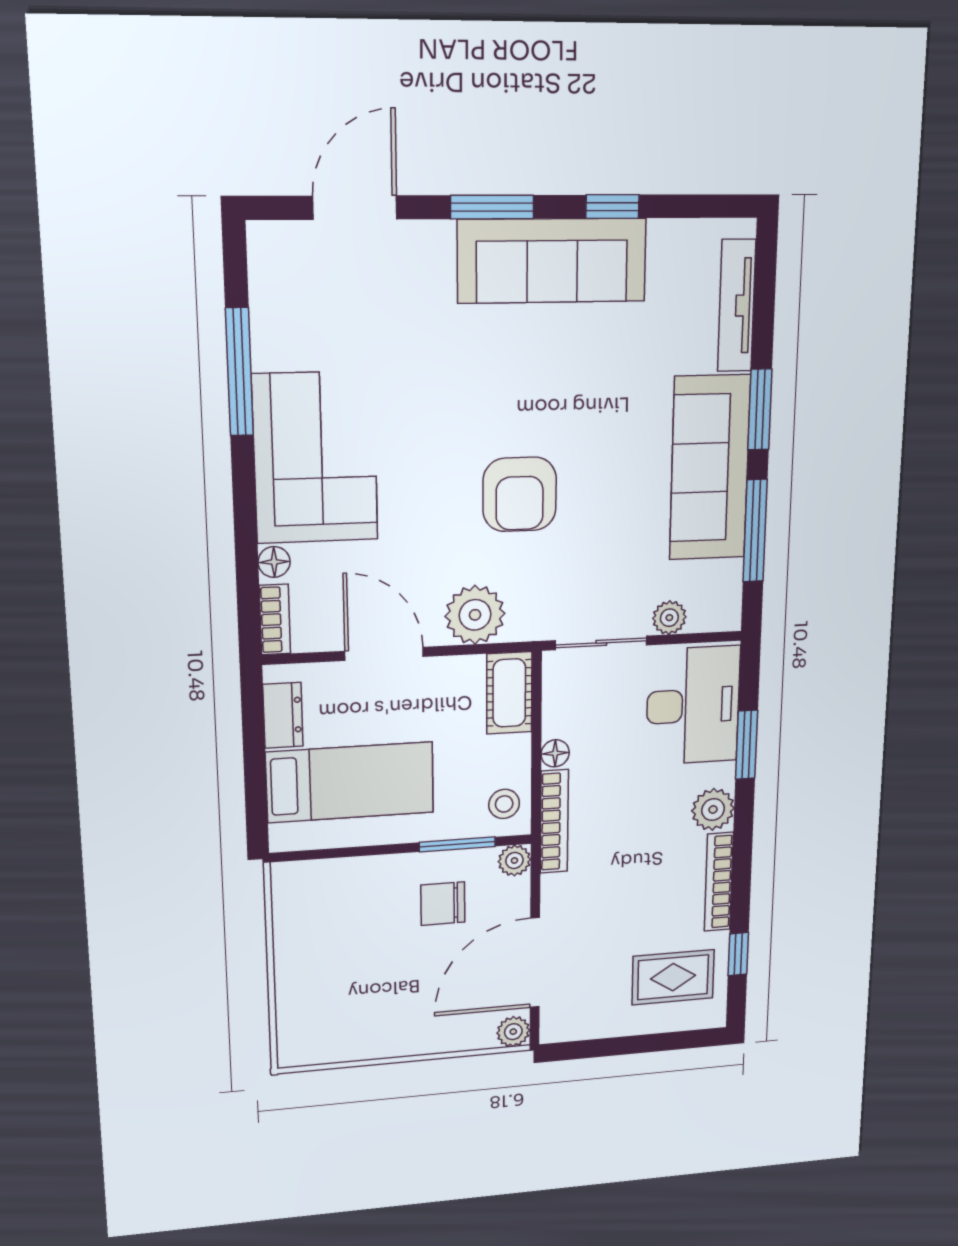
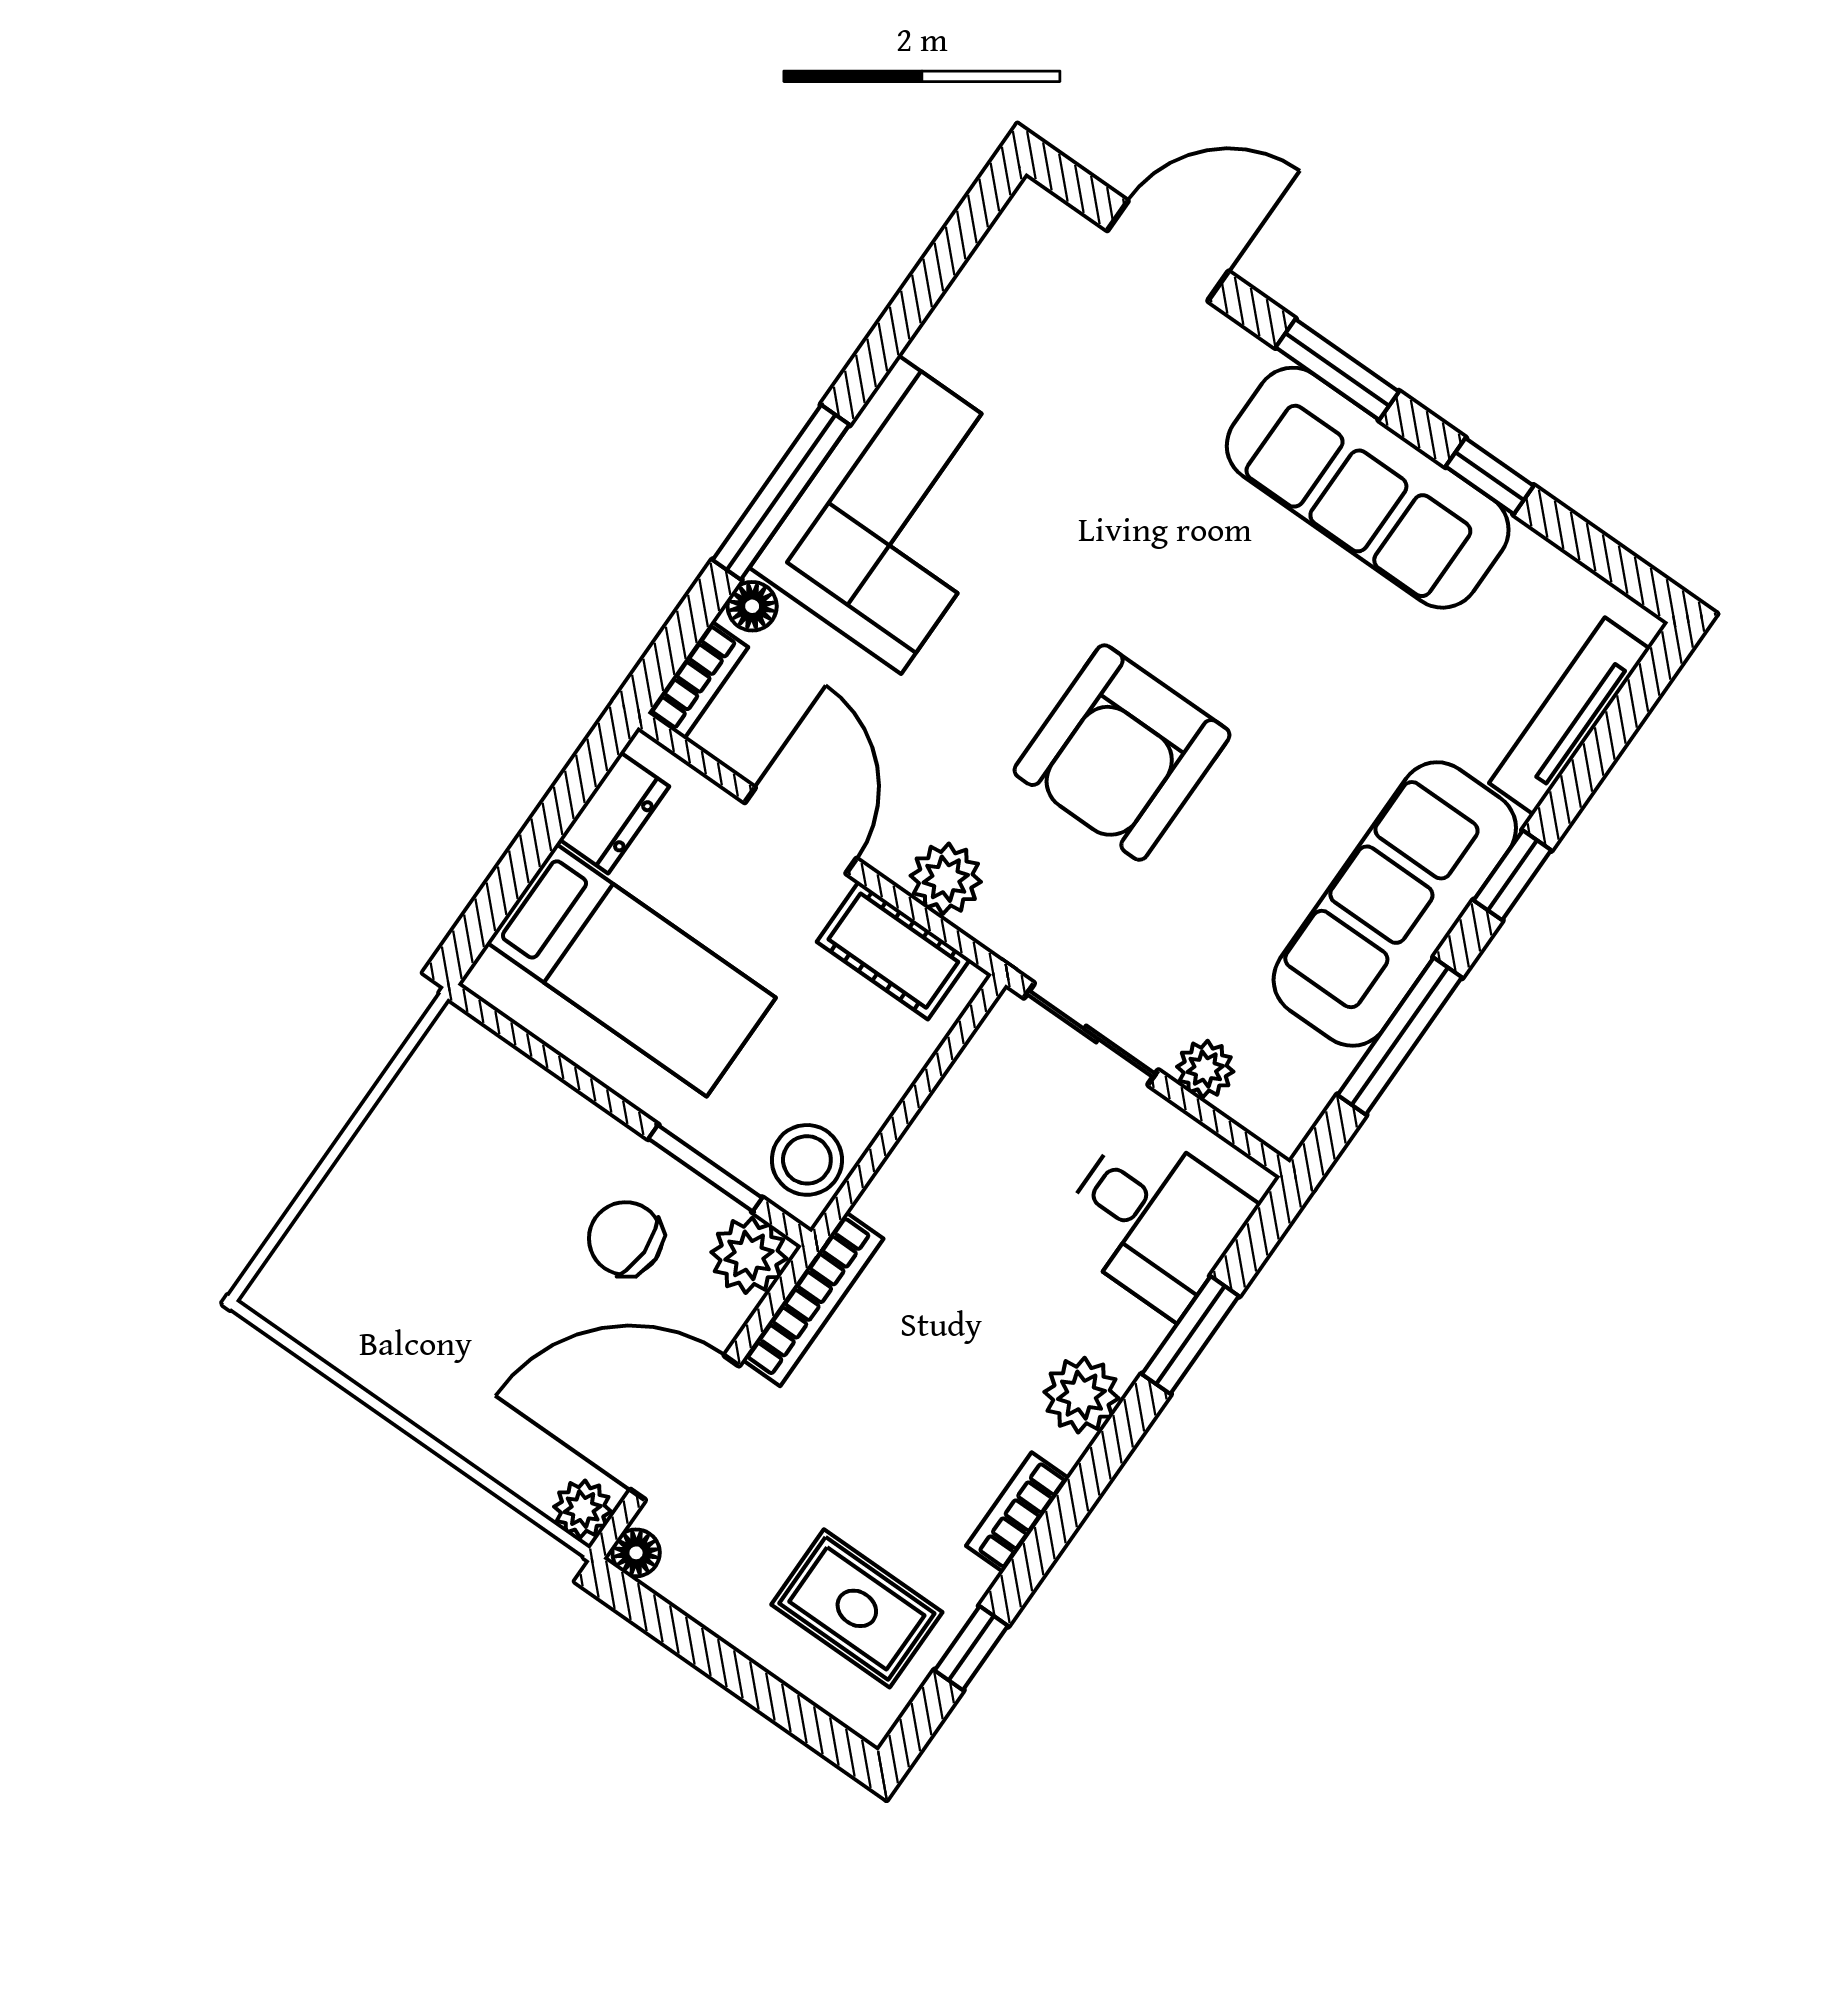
window: (239, 372) -> (781, 492), moved
window: (760, 409) -> (1512, 875), width x0.67
armchair: (520, 494) -> (1122, 753), width x1.36, depth x1.36
plant: (475, 615) -> (946, 879), width x0.73, depth x0.73
cot: (509, 693) -> (893, 951), moved, turned 90
desk: (693, 706) -> (1155, 1219), width x0.73
floor lamp: (555, 753) -> (636, 1553), moved
stool: (504, 804) -> (807, 1160), width x1.37, depth x1.37
bookcase: (554, 822) -> (813, 1299), moved
plant: (514, 860) -> (749, 1255), width x1.38, depth x1.38
bookcase: (719, 882) -> (1017, 1512), width x0.64

